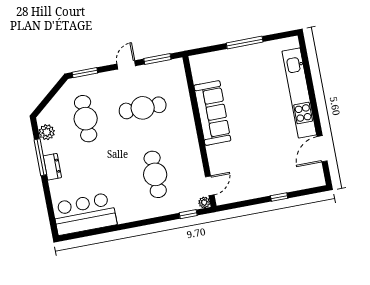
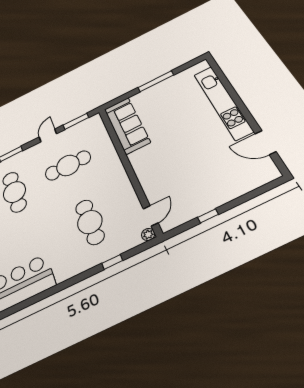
sofa: (212, 113) -> (127, 125), moved
door: (322, 149) -> (265, 143), hinge flipped
window: (279, 197) -> (208, 216), moved
window: (188, 214) -> (112, 262), moved

